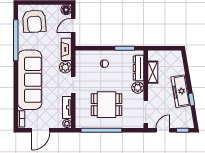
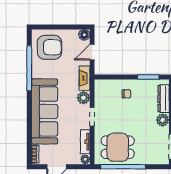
armchair: (34, 21) -> (49, 47), turned -86
dining table: (107, 105) -> (118, 147), moved

